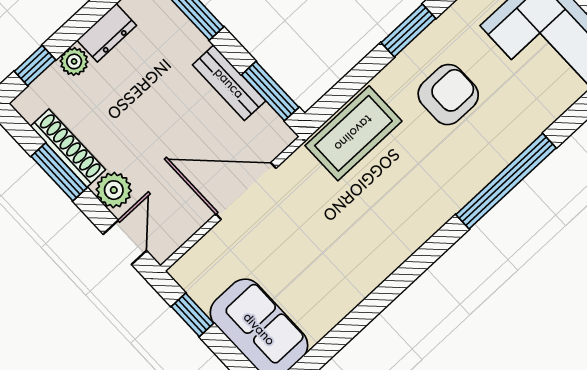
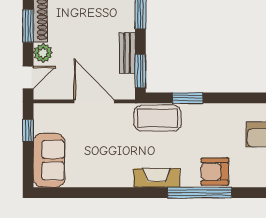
window: (408, 31) -> (187, 98), moved
armchair: (448, 95) -> (215, 172), moved, turned 180
fireplace: (428, 216) -> (157, 178), added

